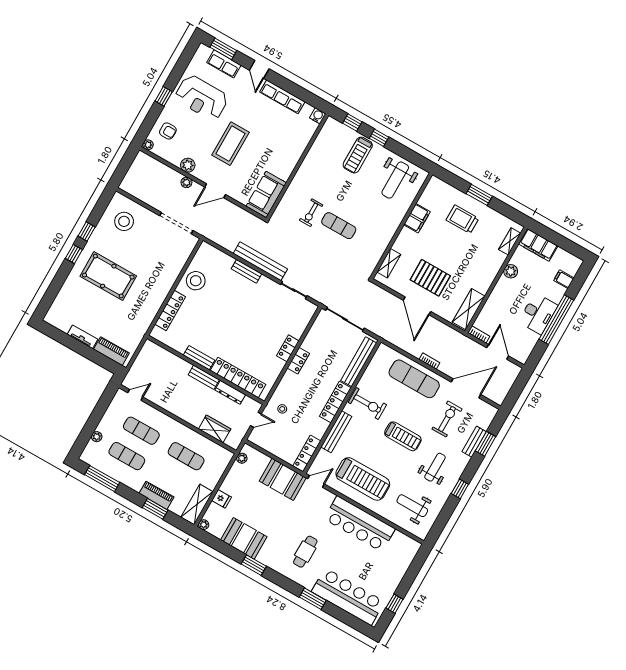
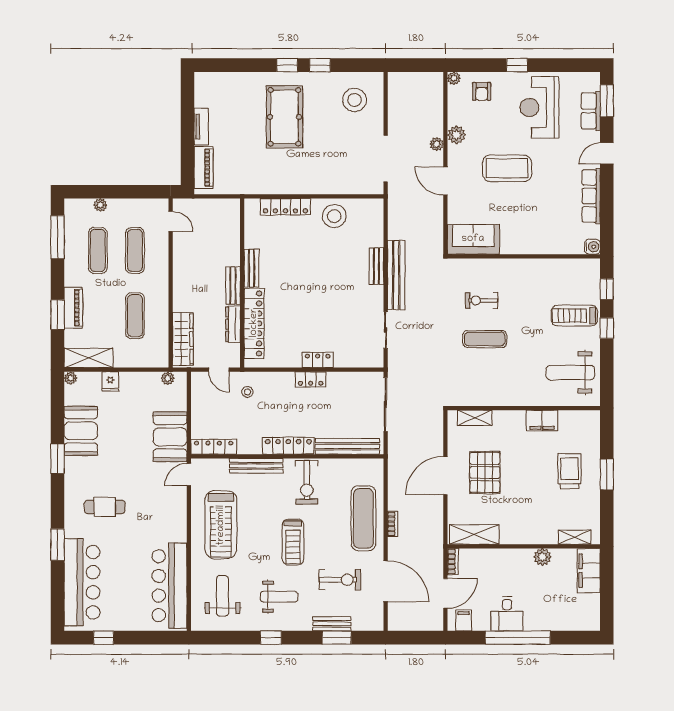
exercise mat: (339, 226) -> (485, 339), turned 90
filing cabinet: (564, 279) -> (464, 620), moved
desk: (538, 314) -> (507, 614), width x0.73
wardrobe: (215, 429) -> (183, 339), width x1.50
door: (316, 481) -> (189, 474), swing flipped
bar counter: (360, 524) -> (170, 586), moved

